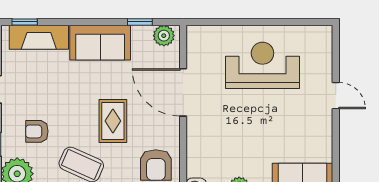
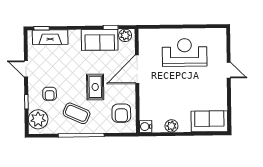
sofa: (100, 43) -> (100, 40), moved
door: (183, 92) -> (137, 69), hinge flipped
armchair: (37, 131) -> (50, 94), turned -90

